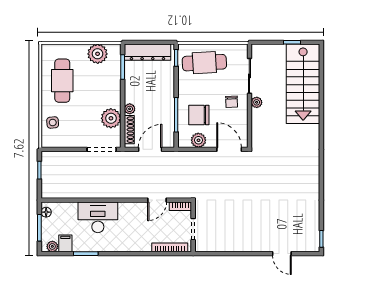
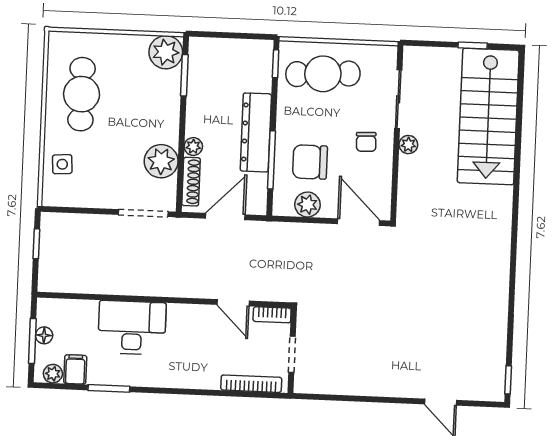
dresser: (147, 52) -> (256, 132), moved, turned 90
plant: (98, 54) -> (166, 52), moved
door: (157, 200) -> (233, 303), hinge flipped
floor lamp: (46, 212) -> (44, 335), moved

